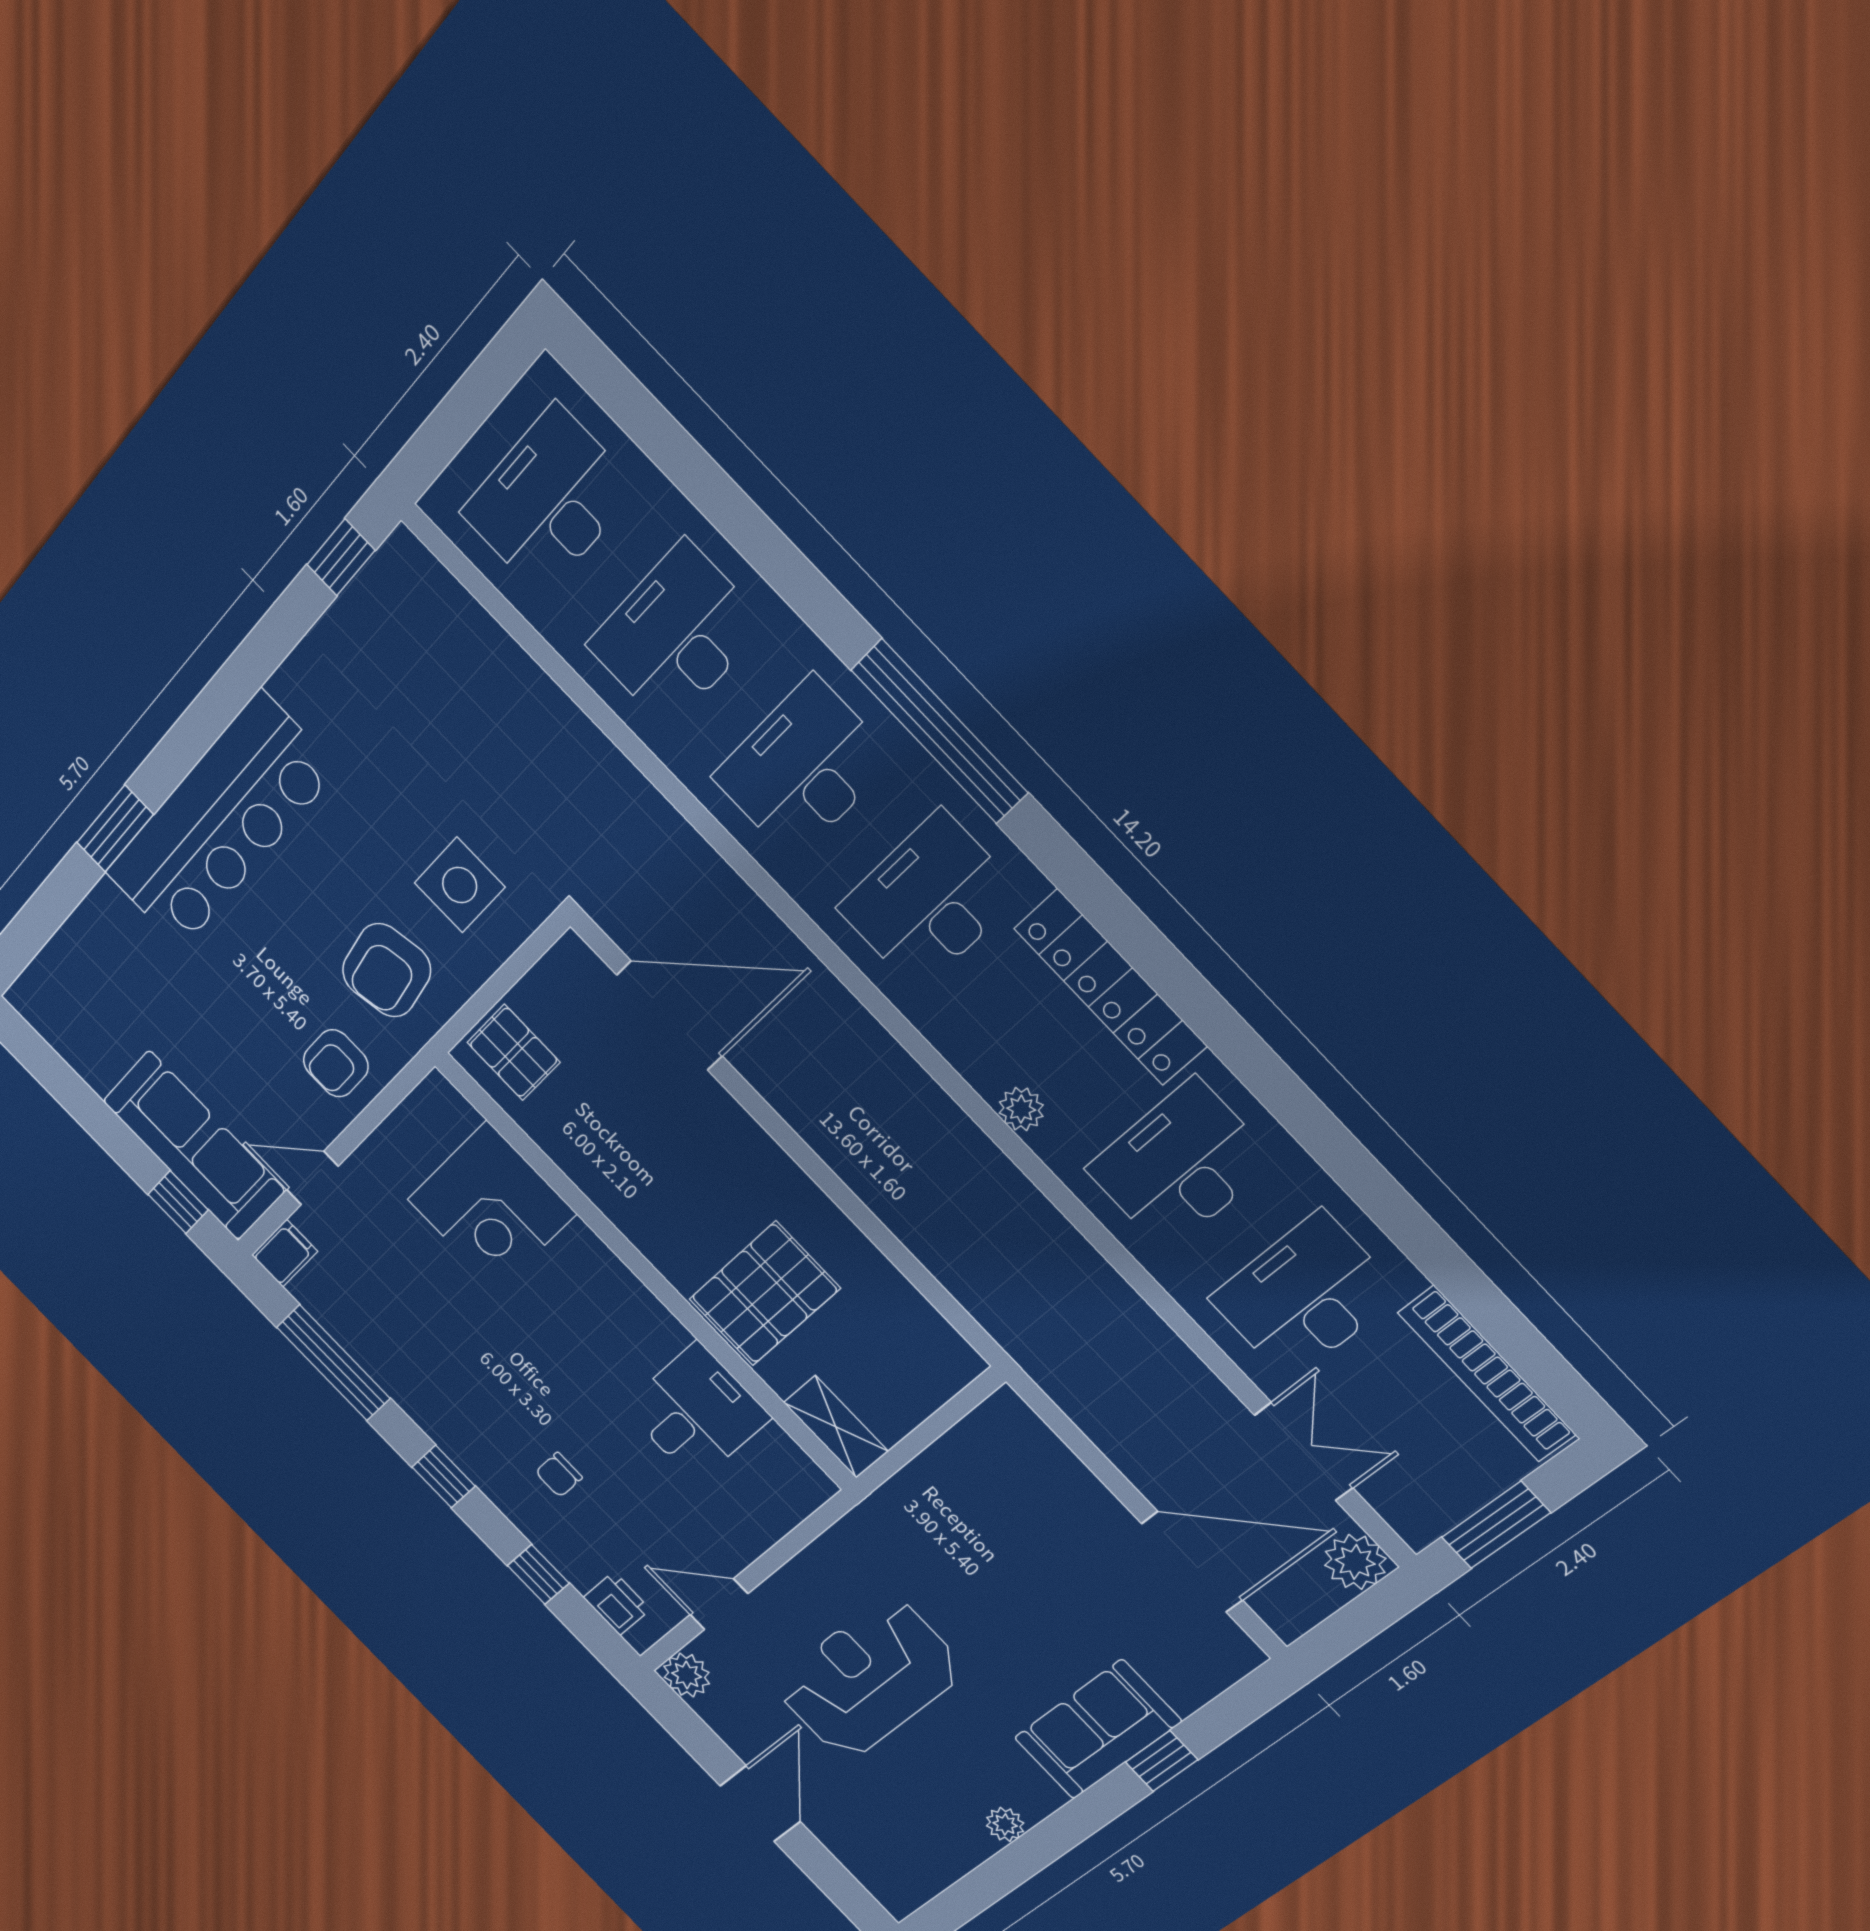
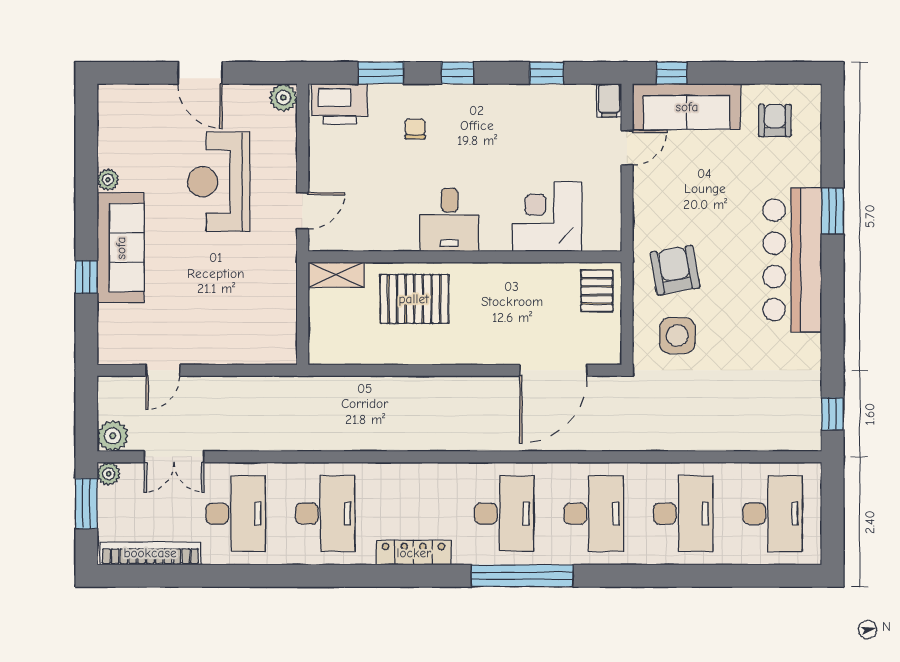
window: (939, 731) -> (522, 576), moved
locker: (1110, 987) -> (414, 553), width x0.71, depth x0.83
pallet: (514, 1052) -> (597, 291), turned 90
armchair: (336, 1063) -> (775, 121), moved
plant: (1021, 1109) -> (109, 474), moved
pallet: (764, 1294) -> (414, 299), turned 90
window: (333, 1363) -> (547, 73), width x0.46
desk: (697, 1412) -> (450, 220), moved
door: (1192, 1562) -> (163, 370), width x0.53
window: (538, 1574) -> (381, 73), width x1.50
printer: (617, 1603) -> (340, 104), width x1.87, depth x1.48
door: (719, 1604) -> (303, 211), moved
reception desk: (869, 1678) -> (219, 182), turned 180
sofa: (1098, 1730) -> (121, 248), width x1.36

